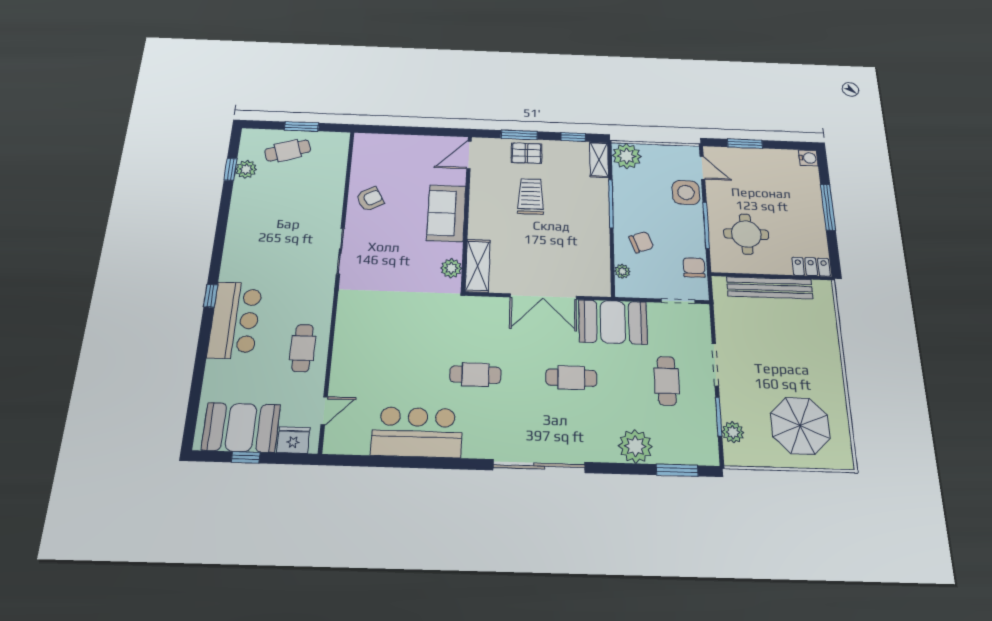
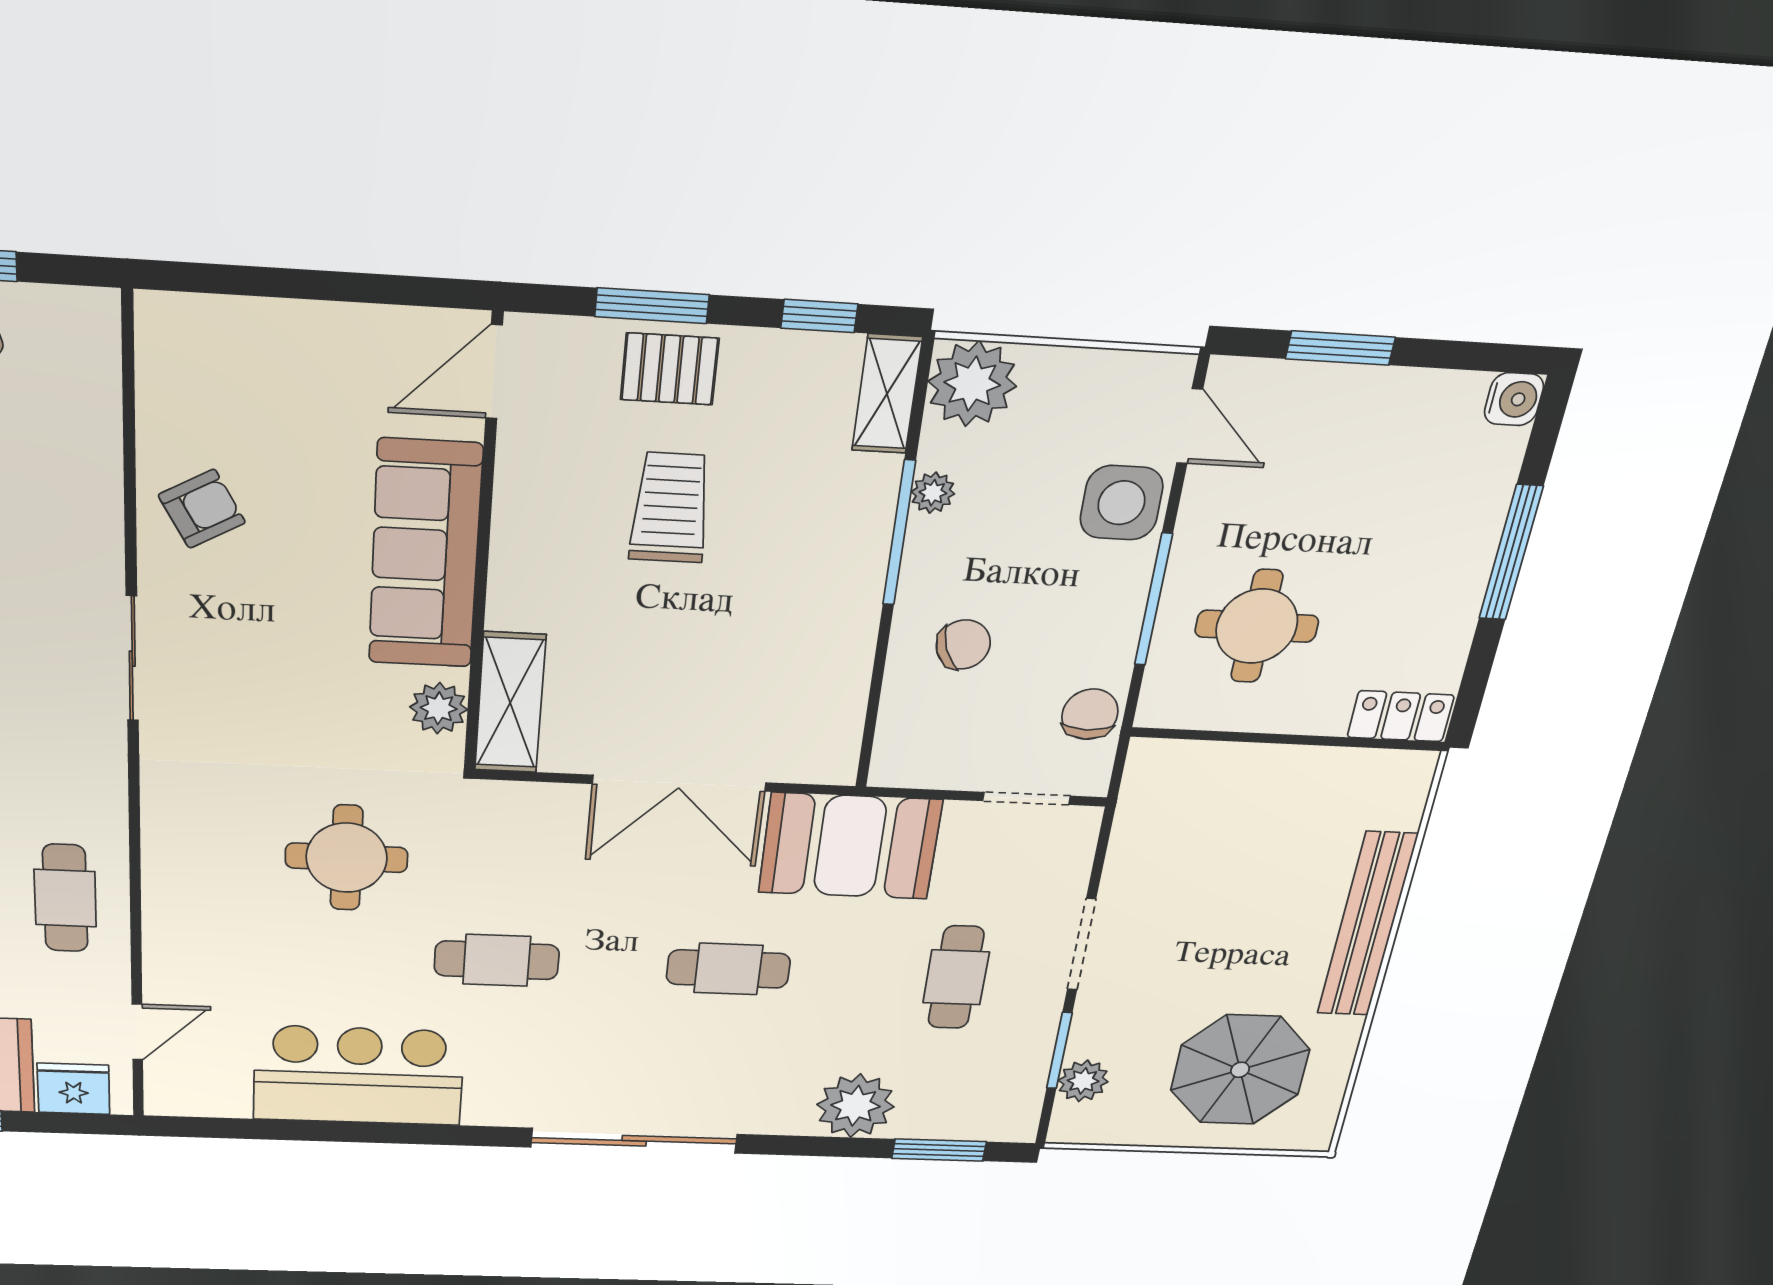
sofa: (446, 213) -> (425, 555), width x1.36
plant: (622, 271) -> (933, 493), moved
bench: (770, 288) -> (1367, 925), moved, turned 90
round table: (415, 329) -> (347, 858), added

